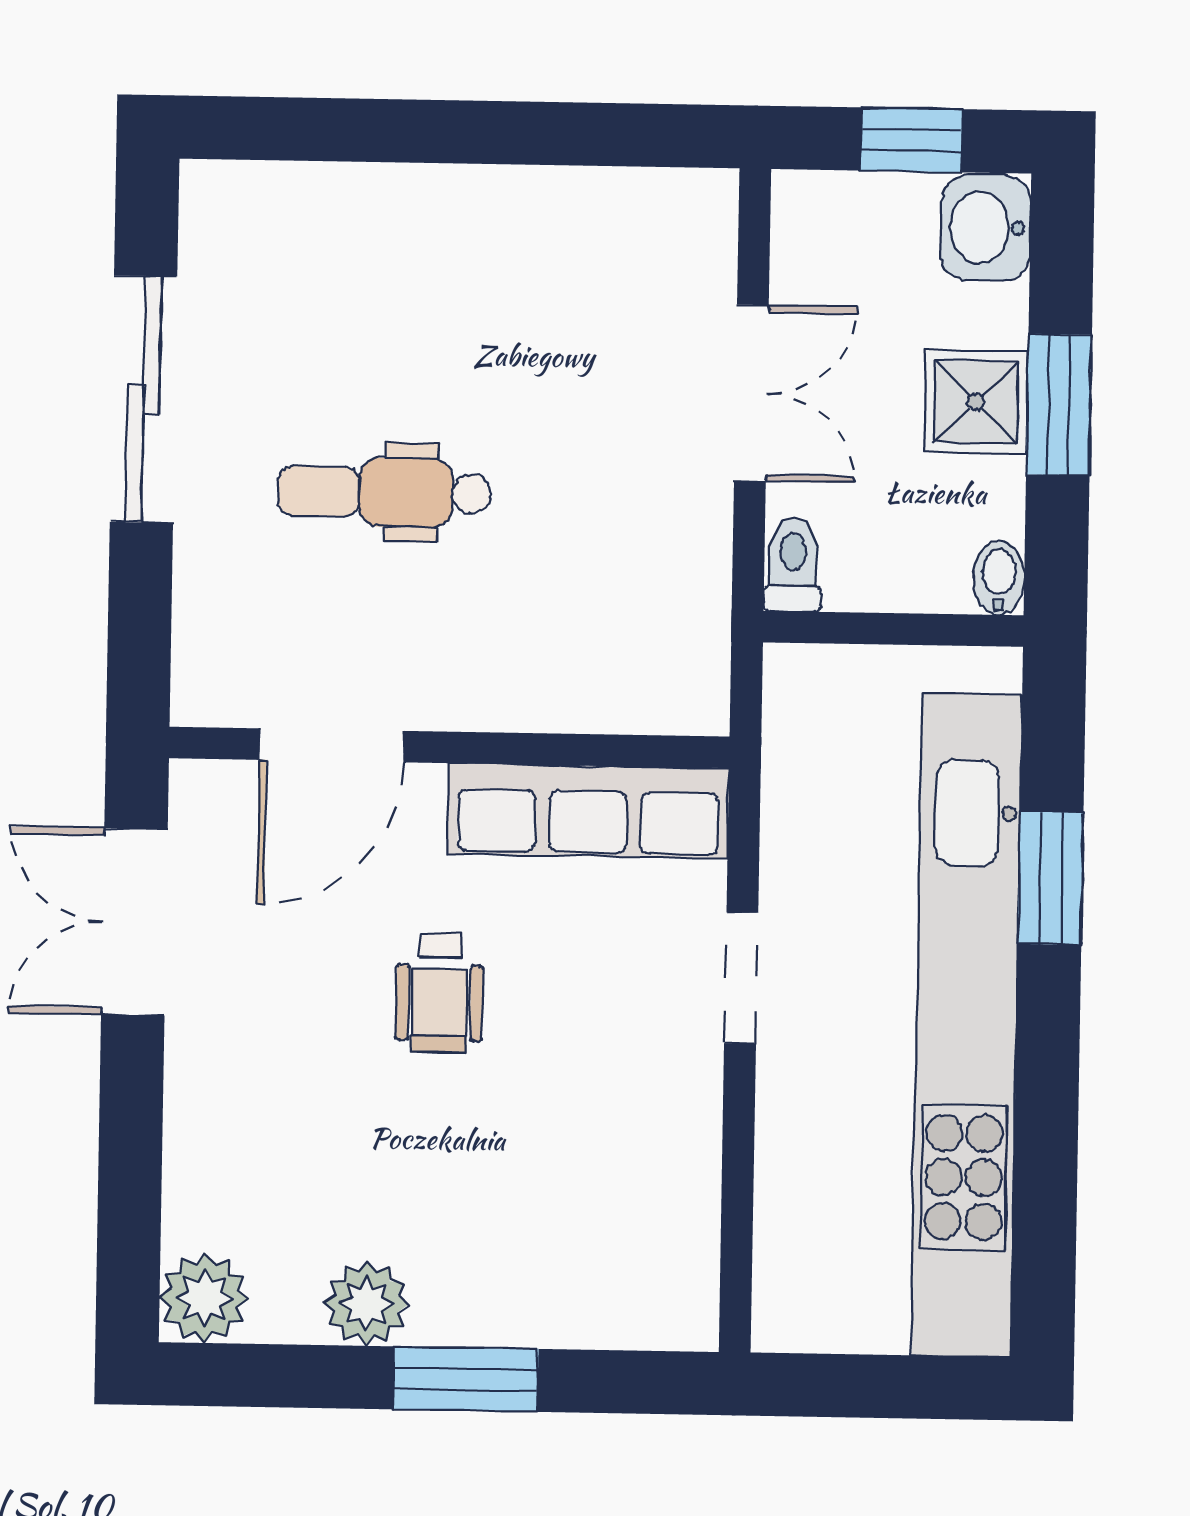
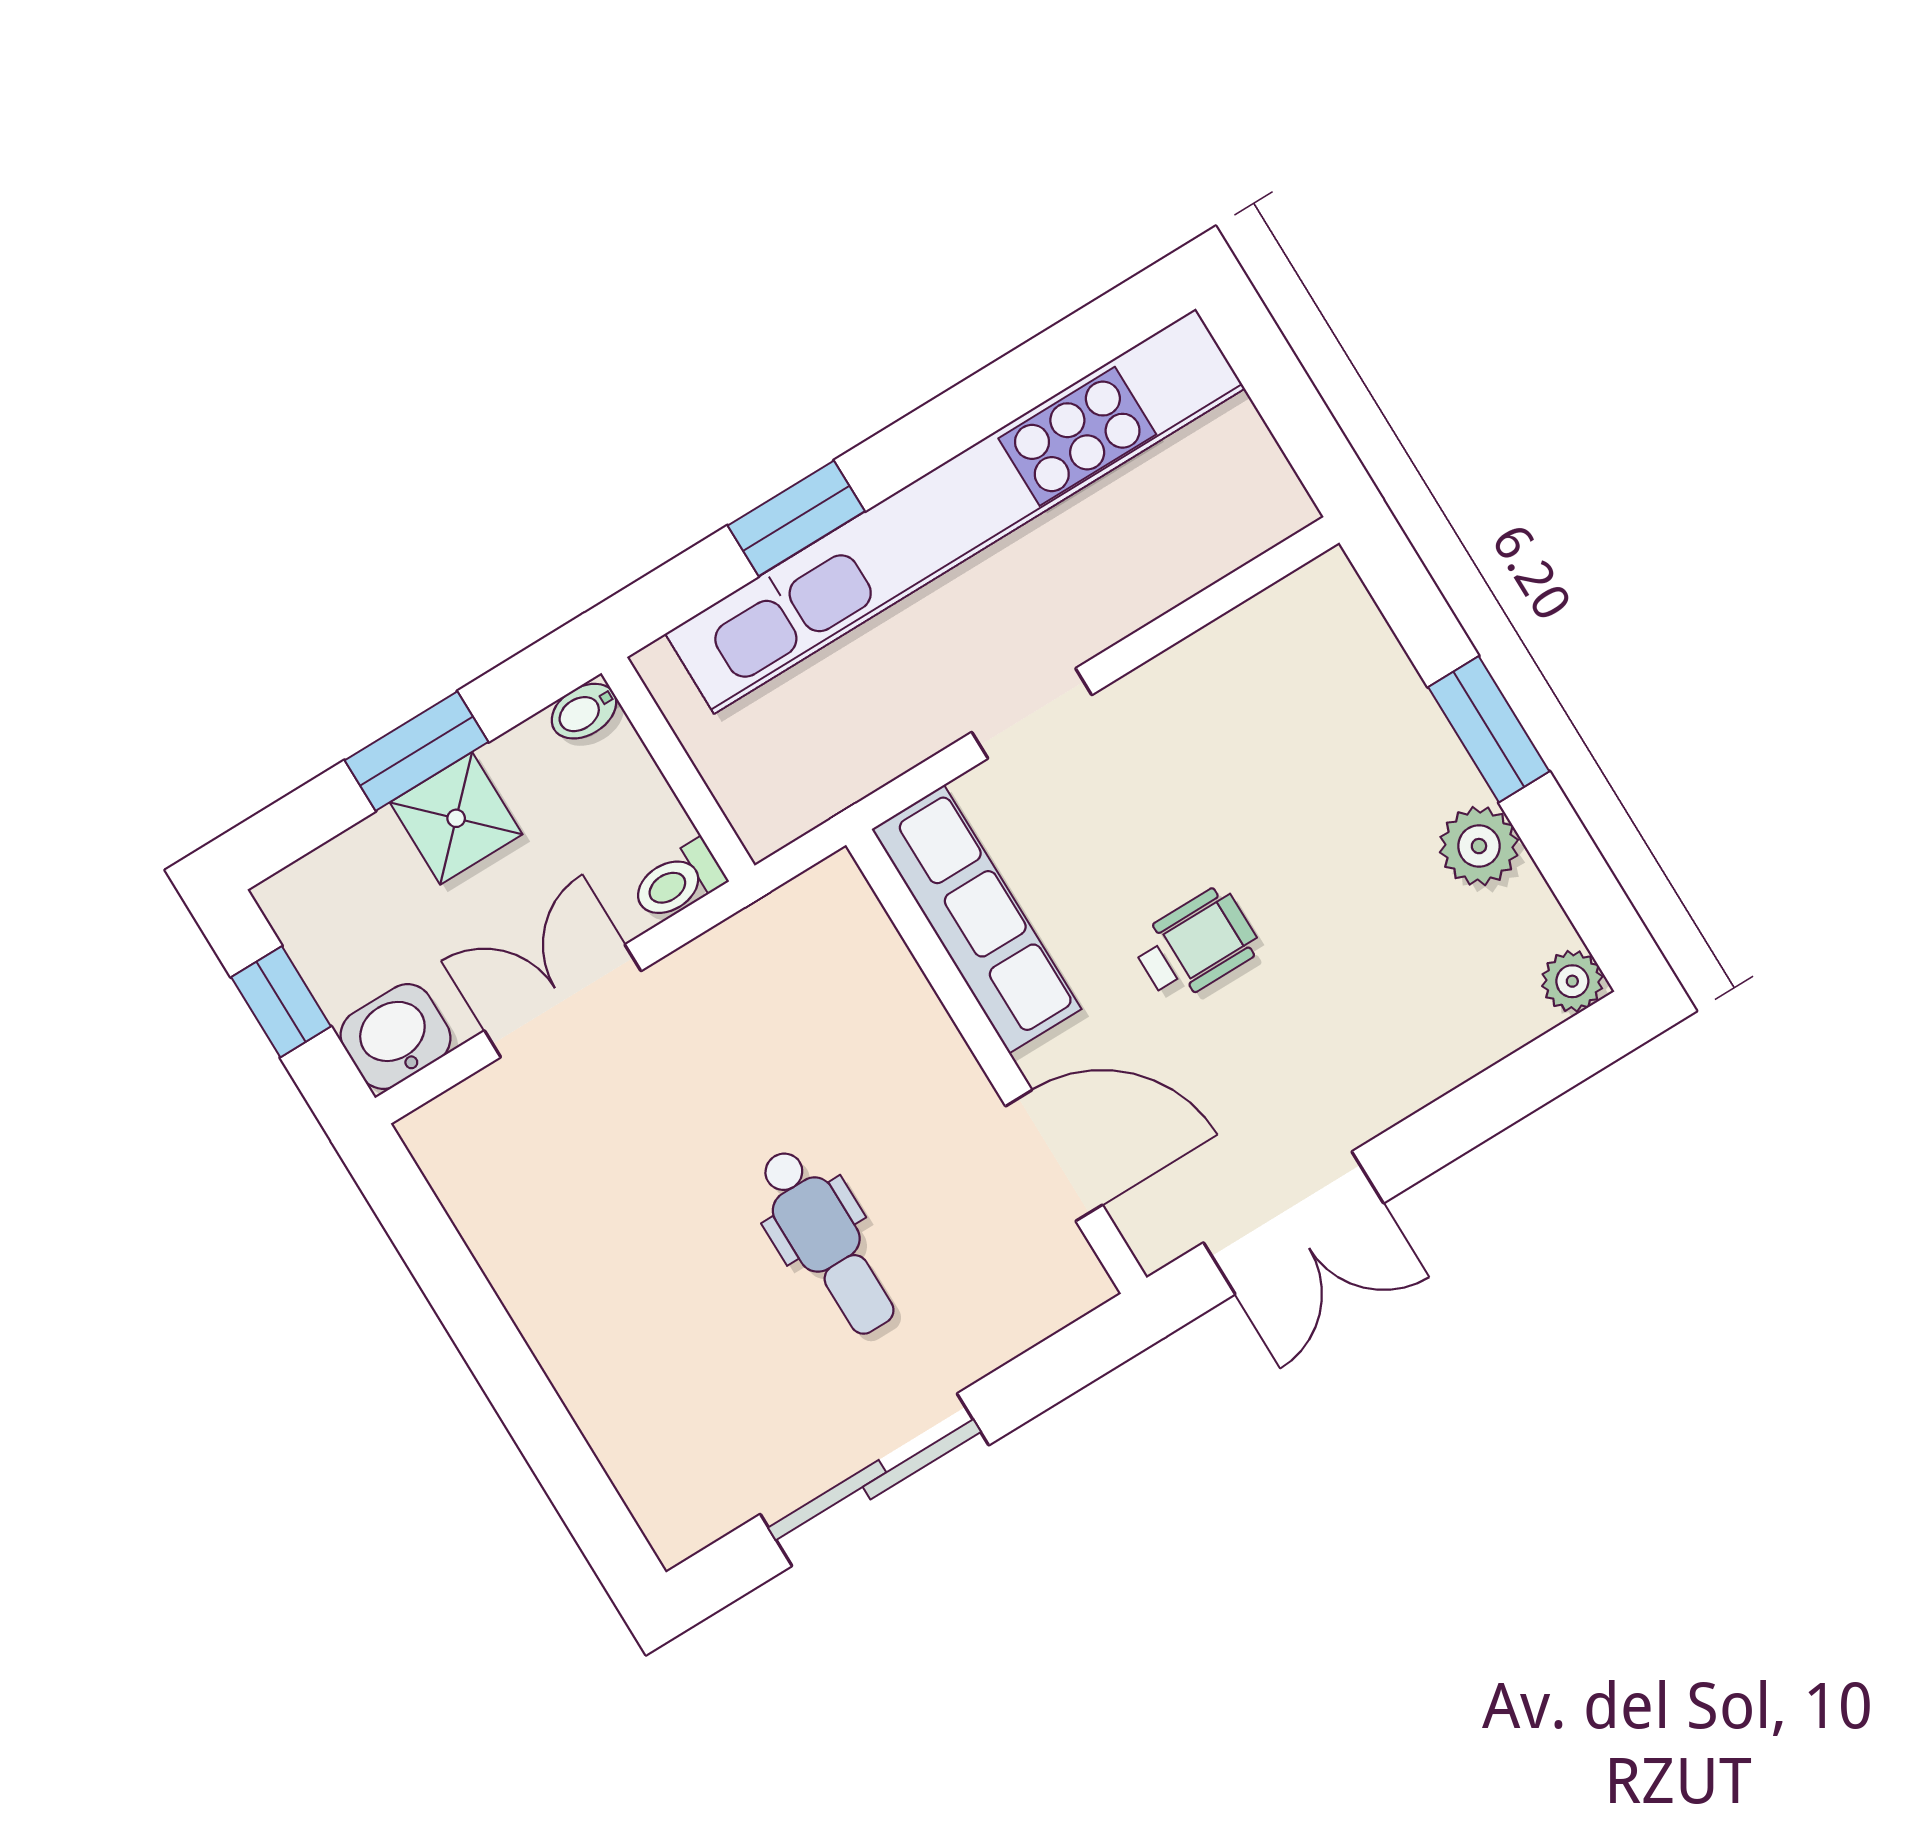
washbasin: (986, 228) -> (396, 1037), moved, turned 180
plant: (204, 1298) -> (1572, 981), width x0.73, depth x0.73

